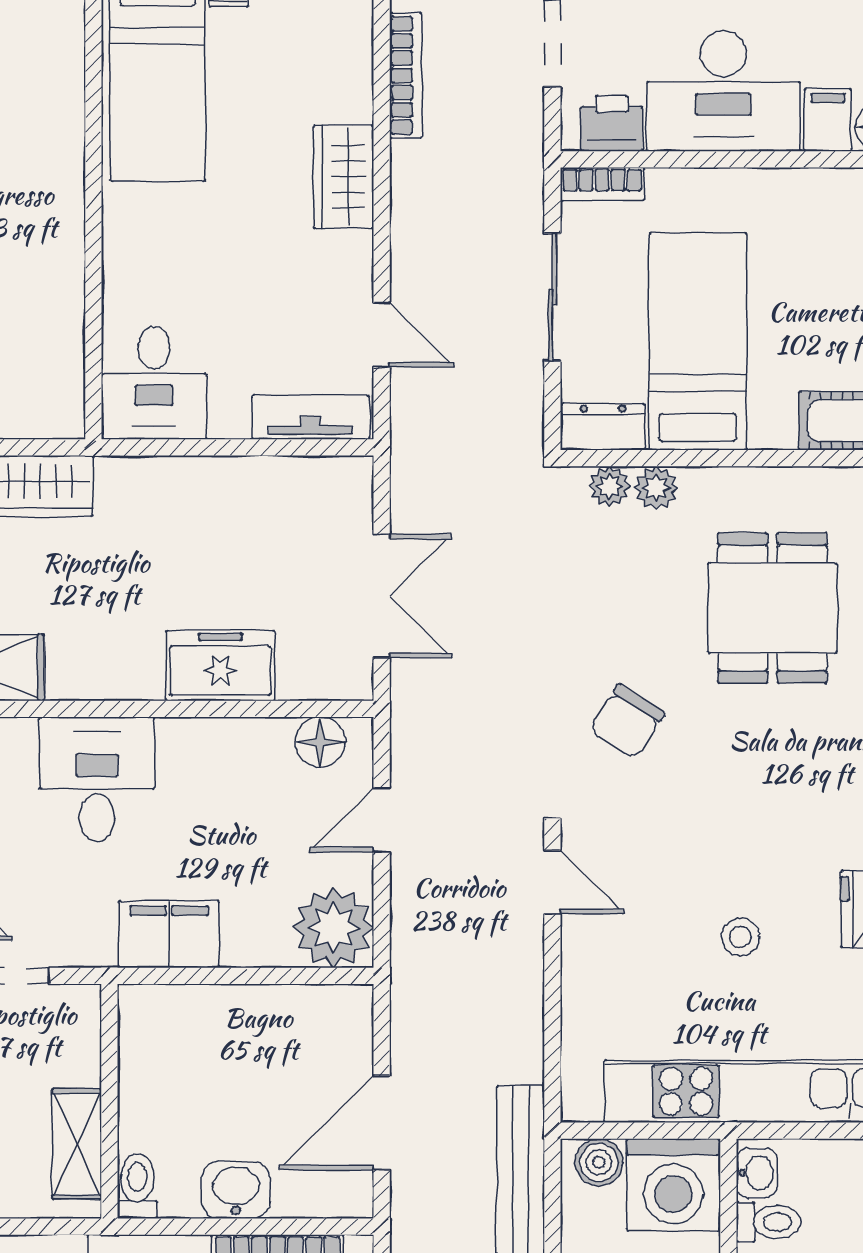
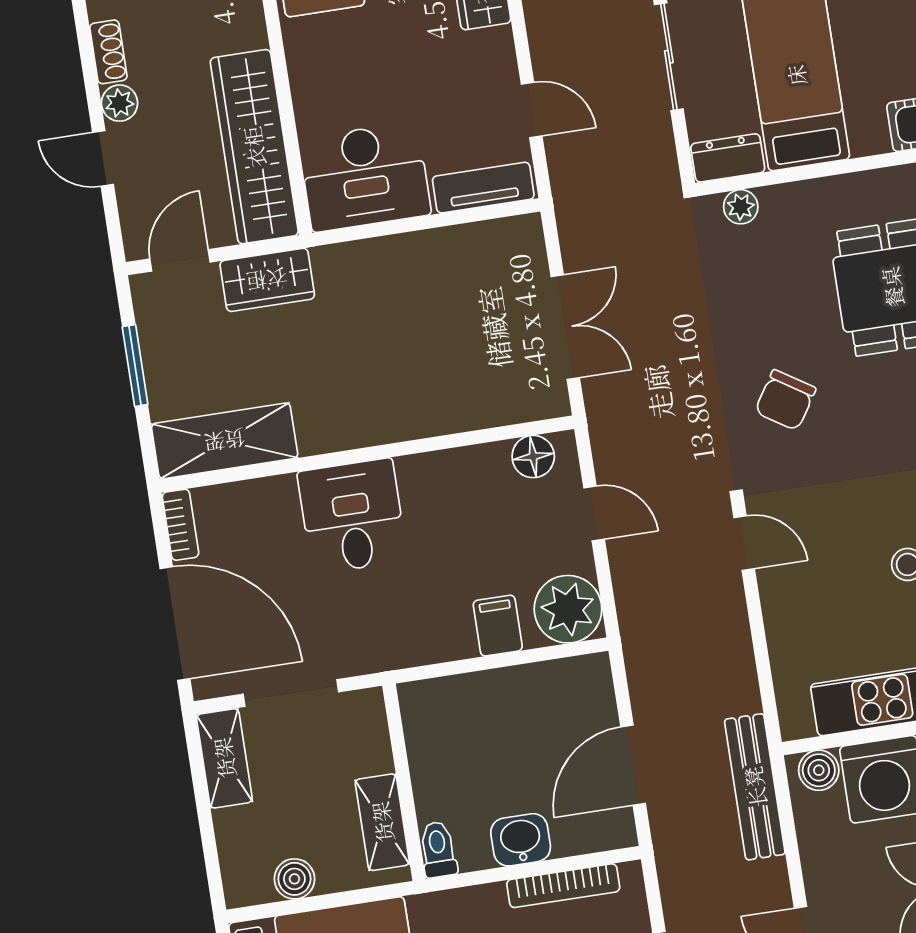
wardrobe: (49, 327) -> (254, 147), added
desk: (154, 383) -> (365, 177), width x1.37
plant: (656, 488) -> (780, 202), removed
freezer: (220, 666) -> (440, 406), removed
door: (382, 820) -> (594, 513), swing flipped
filing cabinet: (169, 934) -> (498, 626), moved, width x0.50

